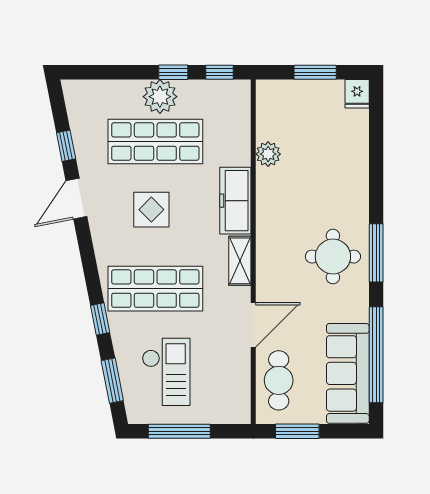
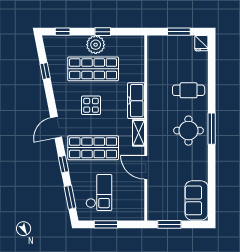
window: (220, 72) -> (63, 32), moved
plant: (268, 154) -> (154, 76), removed
door: (76, 199) -> (56, 127), moved
door: (253, 325) -> (146, 167), swing flipped
window: (376, 355) -> (212, 183), removed
sofa: (348, 373) -> (196, 200), width x0.73
cafe table: (279, 380) -> (189, 90), moved, turned 90
window: (179, 431) -> (106, 224), width x0.69

